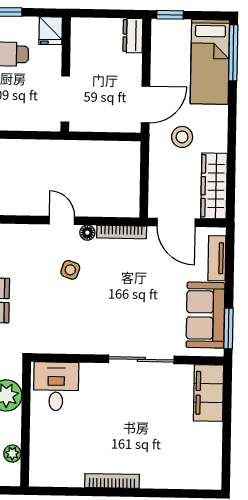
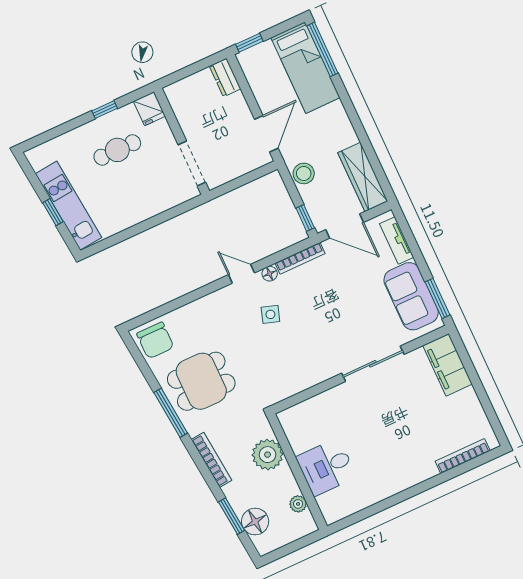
stool: (182, 137) -> (304, 173), moved
window: (144, 198) -> (305, 218), added
desk: (56, 386) -> (326, 467), moved, turned -90
bookcase: (112, 481) -> (463, 456), moved

